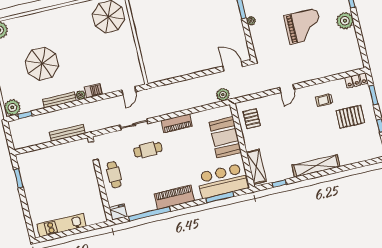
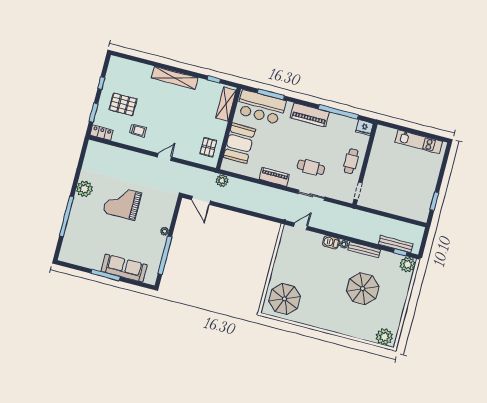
bench: (67, 133) -> (396, 244), moved

